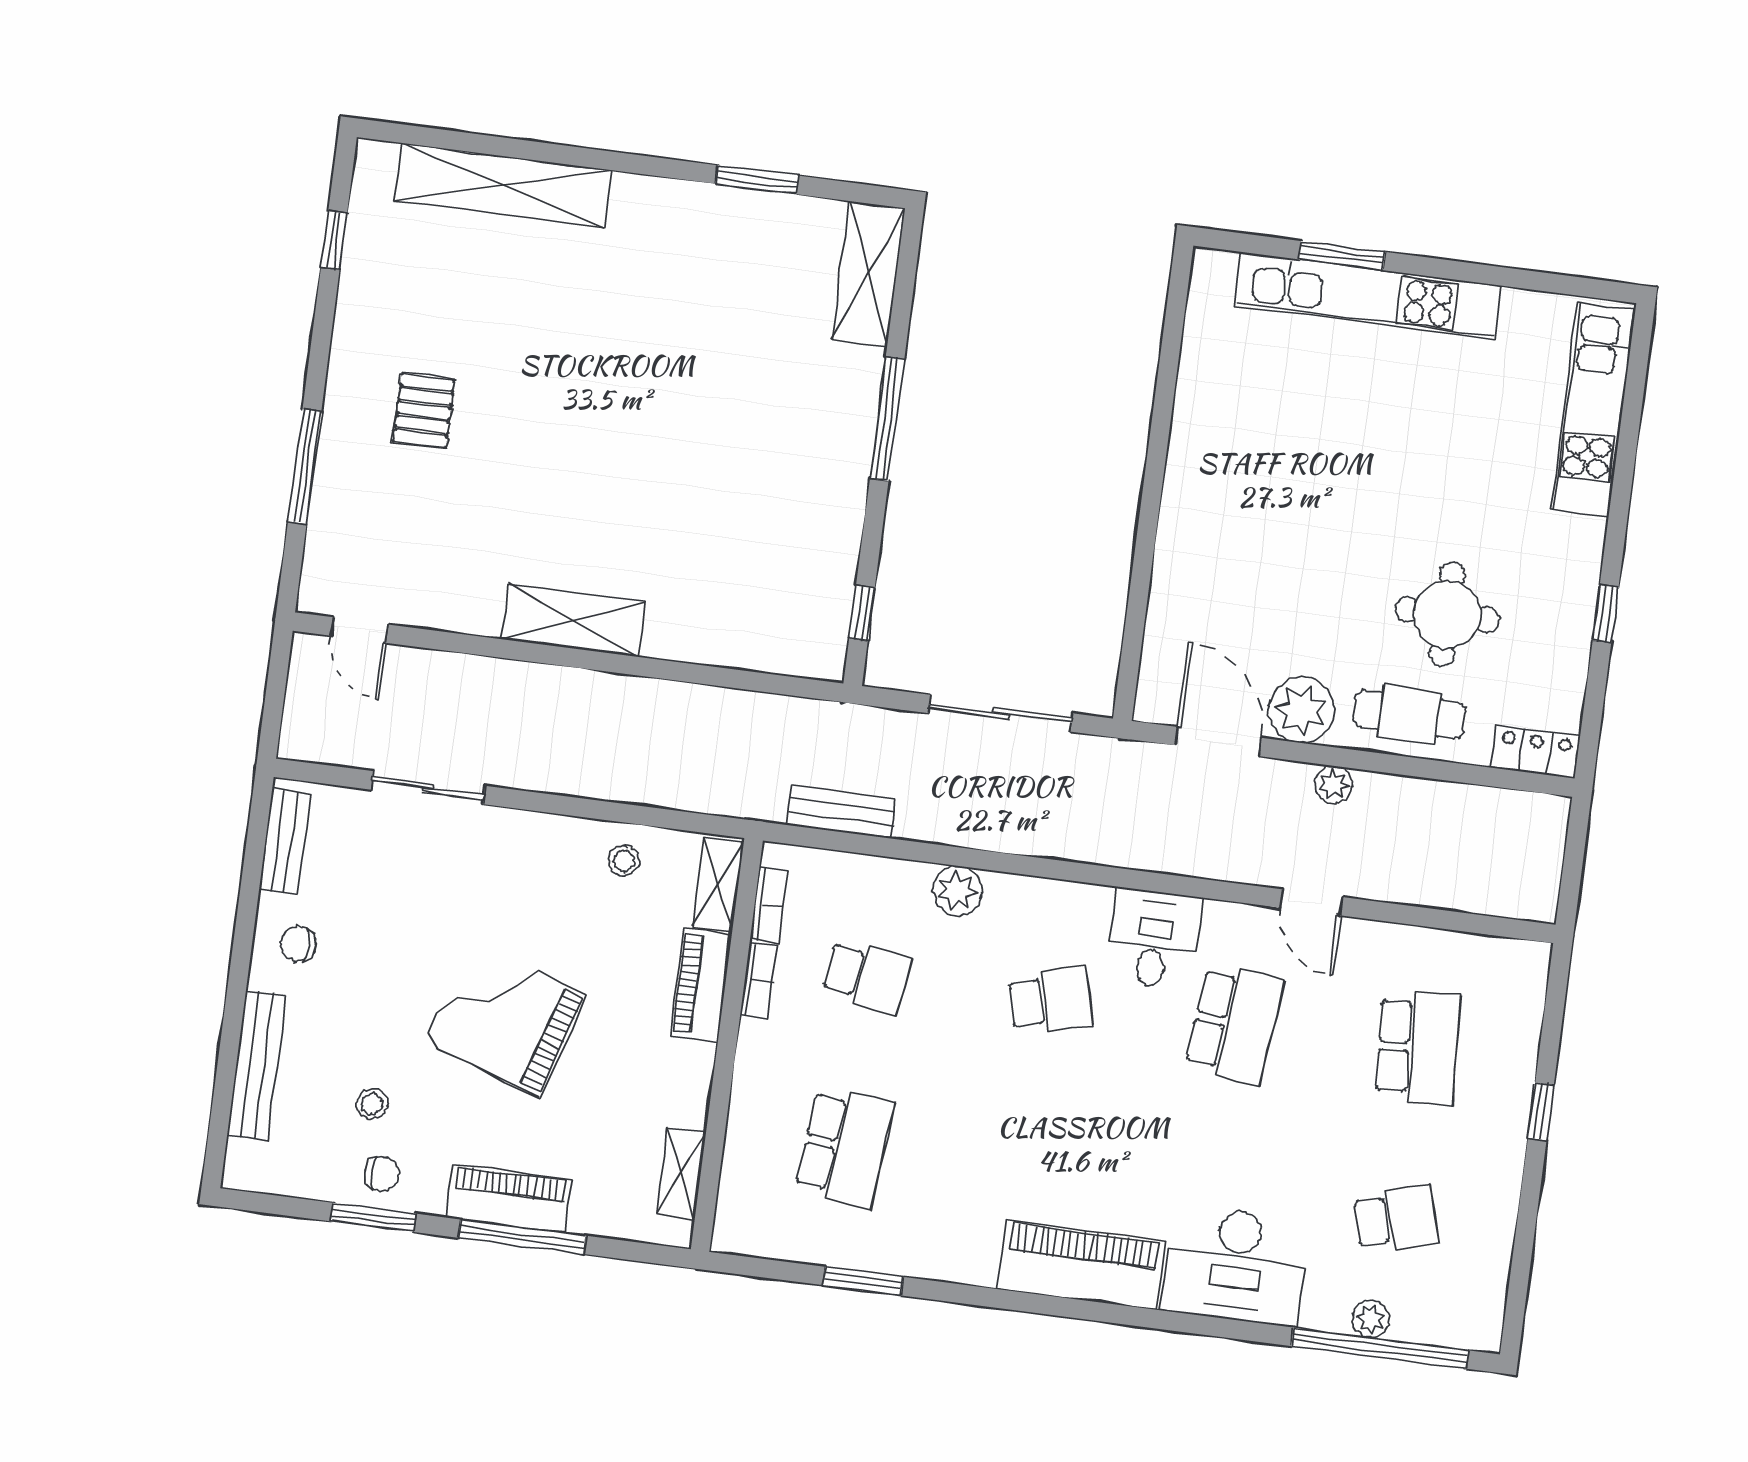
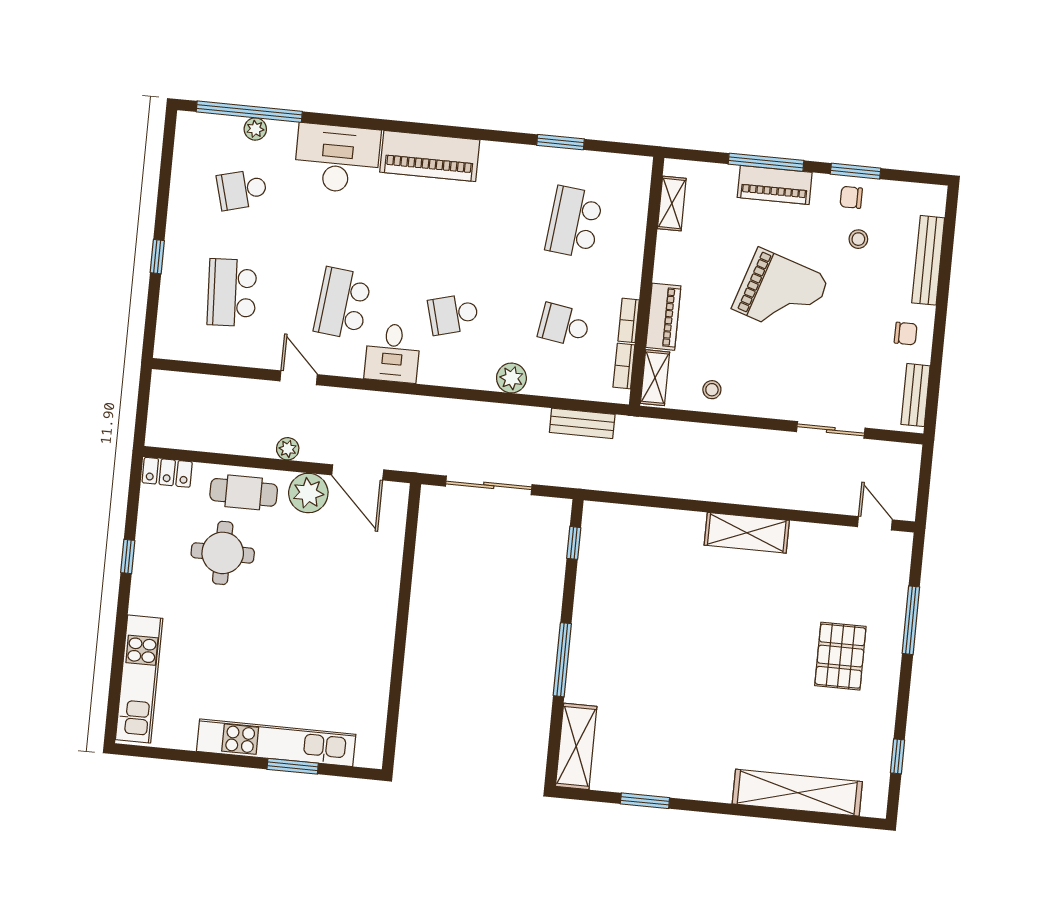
pallet: (424, 410) -> (840, 656), width x1.50, depth x1.42

